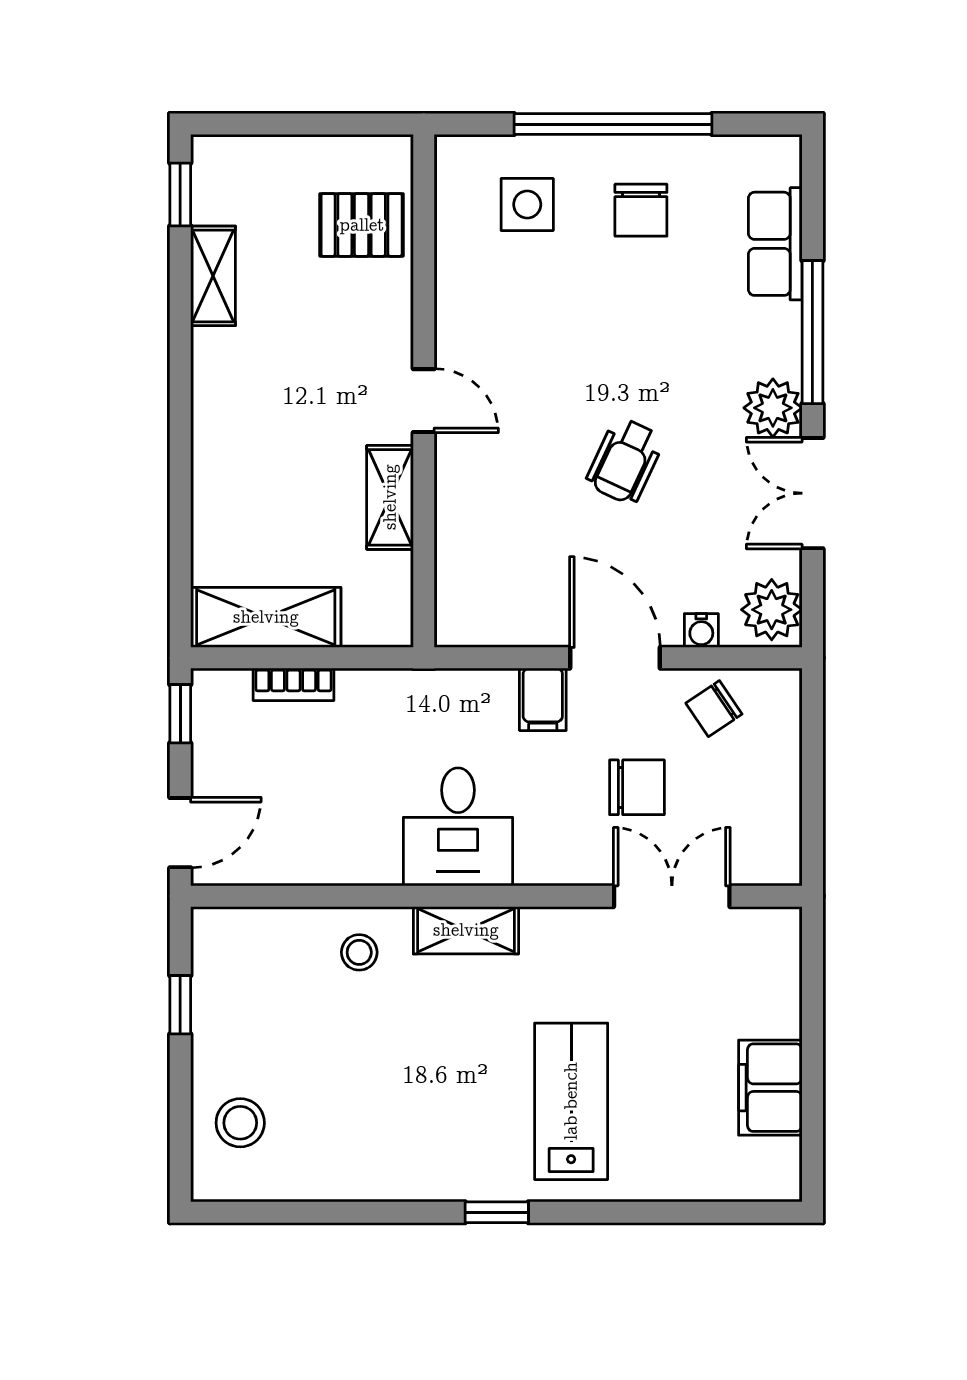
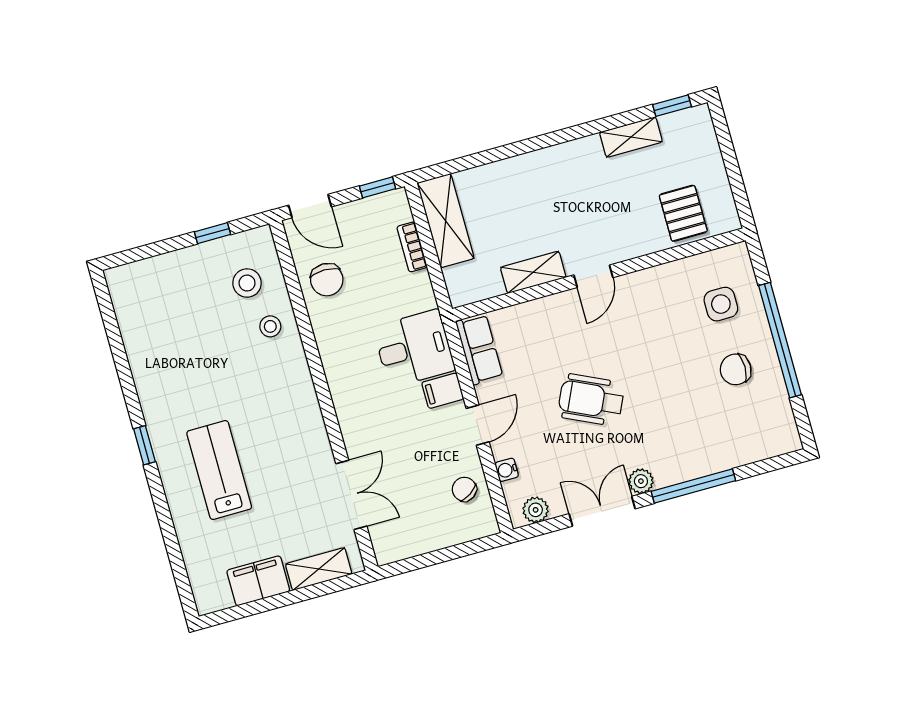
row of seats: (775, 244) -> (479, 349), moved, turned 90
plant: (773, 408) -> (641, 481), width x0.73, depth x0.73
wheelchair: (625, 461) -> (591, 400), width x1.36, depth x1.37
plant: (772, 610) -> (536, 510), width x0.73, depth x0.73
door: (615, 658) -> (478, 425), width x0.73
chair: (637, 787) -> (327, 280), moved
desk: (458, 827) -> (414, 348), moved, turned 180
shelving: (466, 930) -> (319, 569), moved, turned 90
lab bench: (571, 1101) -> (219, 470), turned -90
stool: (240, 1123) -> (247, 283), moved

